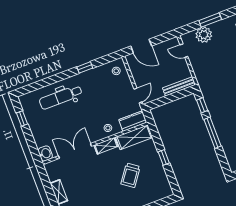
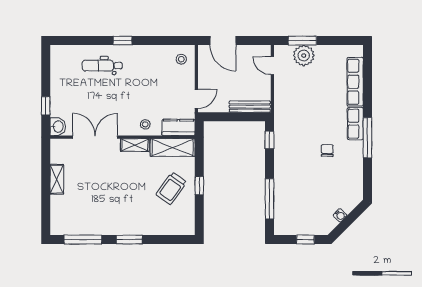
window: (210, 20) -> (302, 41), moved
window: (85, 67) -> (123, 41), moved
dental chair: (61, 97) -> (102, 66), width x0.73, depth x0.72
window: (22, 119) -> (46, 106), moved
window: (213, 133) -> (269, 199), moved
trolley: (130, 175) -> (171, 188), moved

